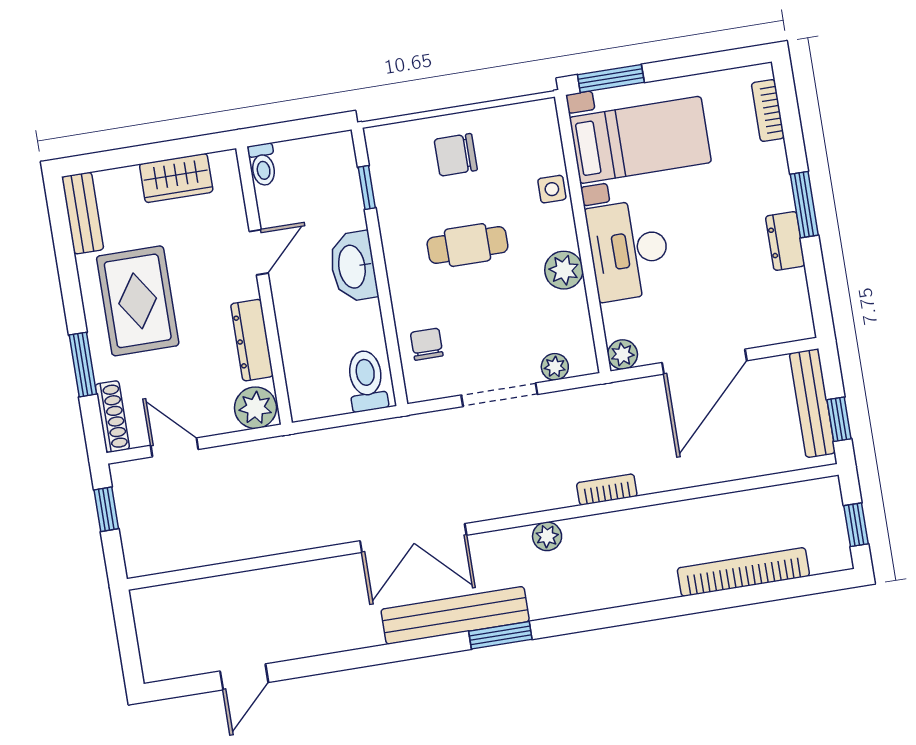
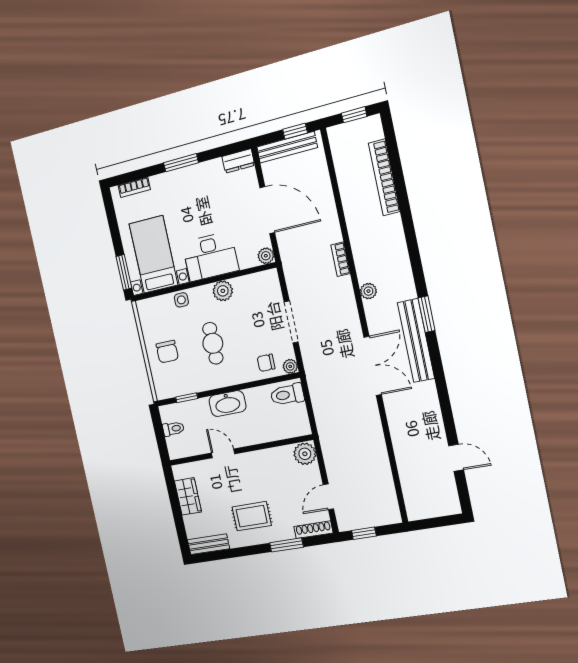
toilet: (263, 165) -> (173, 429), moved
dresser: (785, 241) -> (238, 161), moved
rug: (138, 301) -> (252, 516), width x0.73, depth x0.70
dresser: (252, 340) -> (269, 456), removed
plant: (555, 367) -> (290, 366), moved

